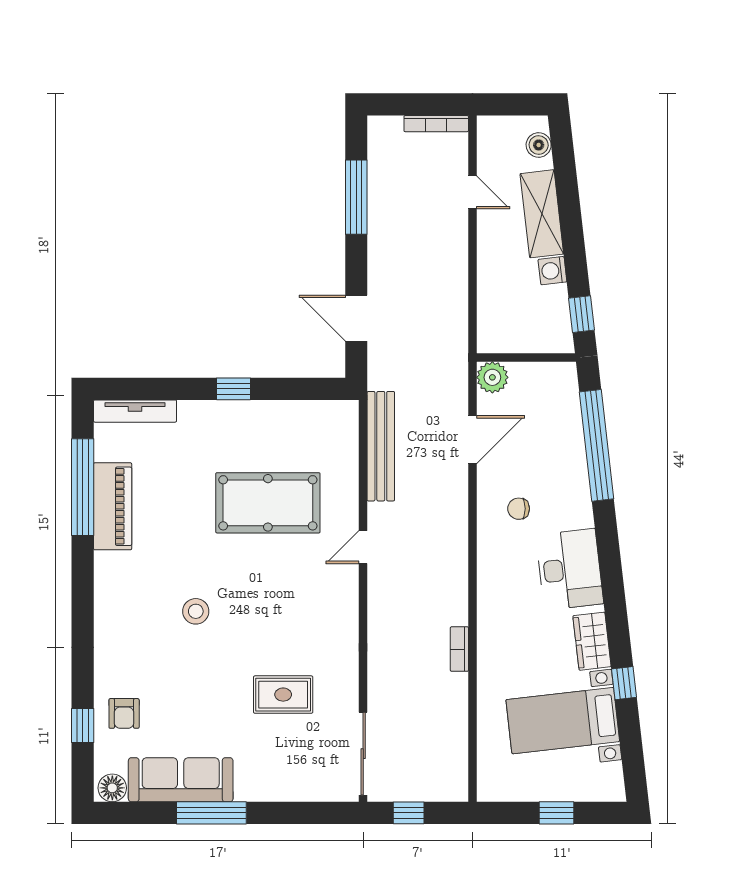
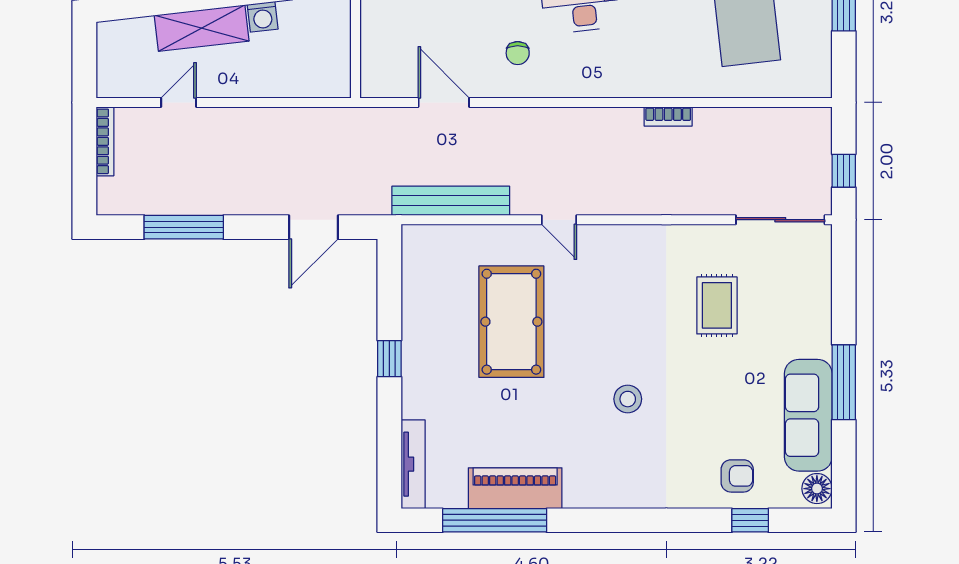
boiler: (539, 145) -> (128, 32), removed
plant: (492, 377) -> (377, 81), removed

